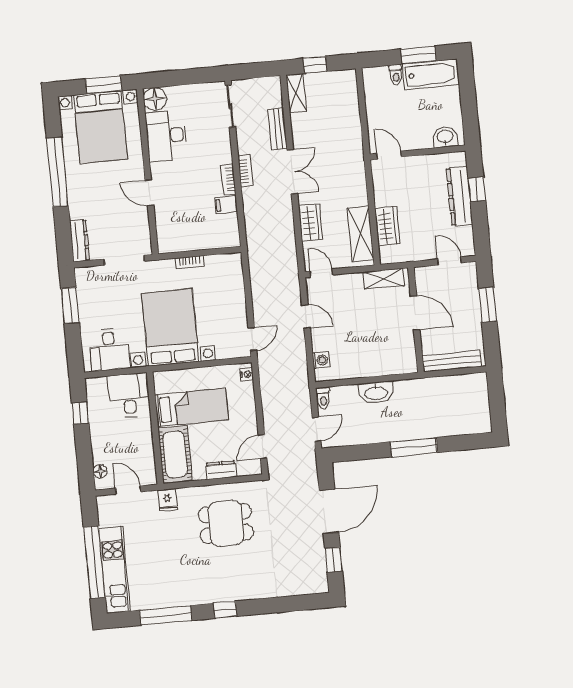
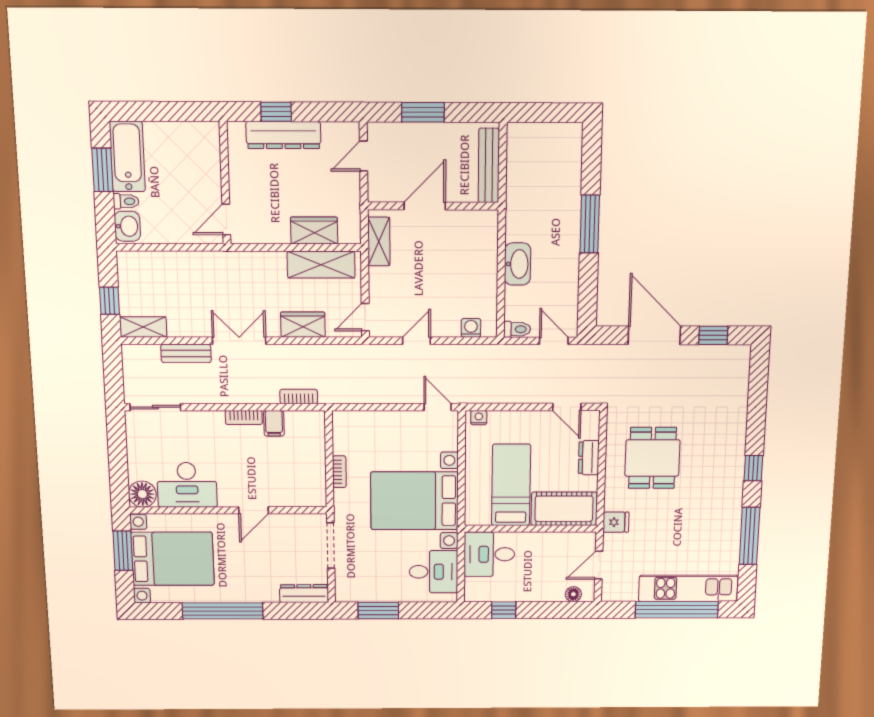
washbasin: (445, 137) -> (127, 226), moved, turned 180
bookcase: (245, 171) -> (299, 396), moved

